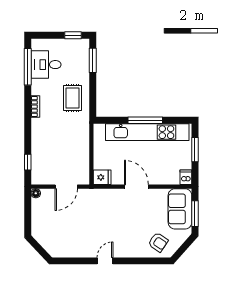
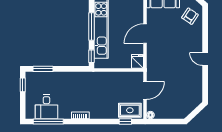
rug: (73, 98) -> (130, 110), moved
window: (108, 120) -> (91, 56), added
door: (66, 187) -> (145, 90), hinge flipped

